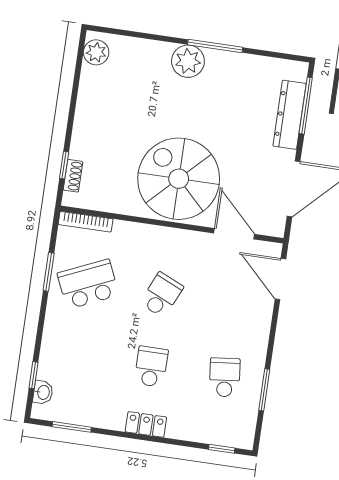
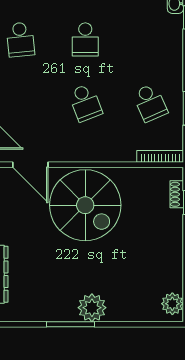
school desk: (88, 284) -> (150, 103), width x0.54
school desk: (162, 295) -> (85, 103), turned -45

